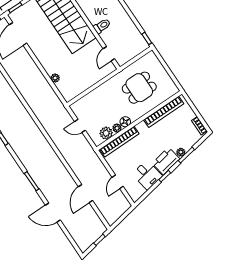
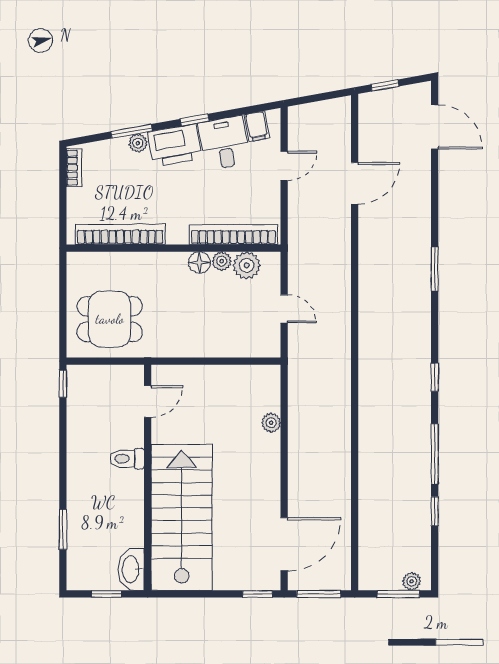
dining table: (139, 88) -> (110, 319), moved
filing cabinet: (139, 190) -> (257, 126), added
door: (53, 213) -> (435, 127), moved

